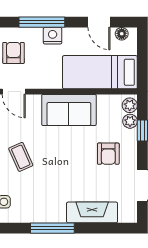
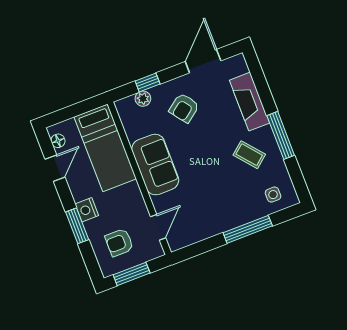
window: (42, 22) -> (77, 226), width x0.69
plant: (130, 105) -> (127, 105), removed
armchair: (108, 154) -> (184, 108), turned 143
coffee table: (21, 157) -> (249, 155), moved, turned 74

